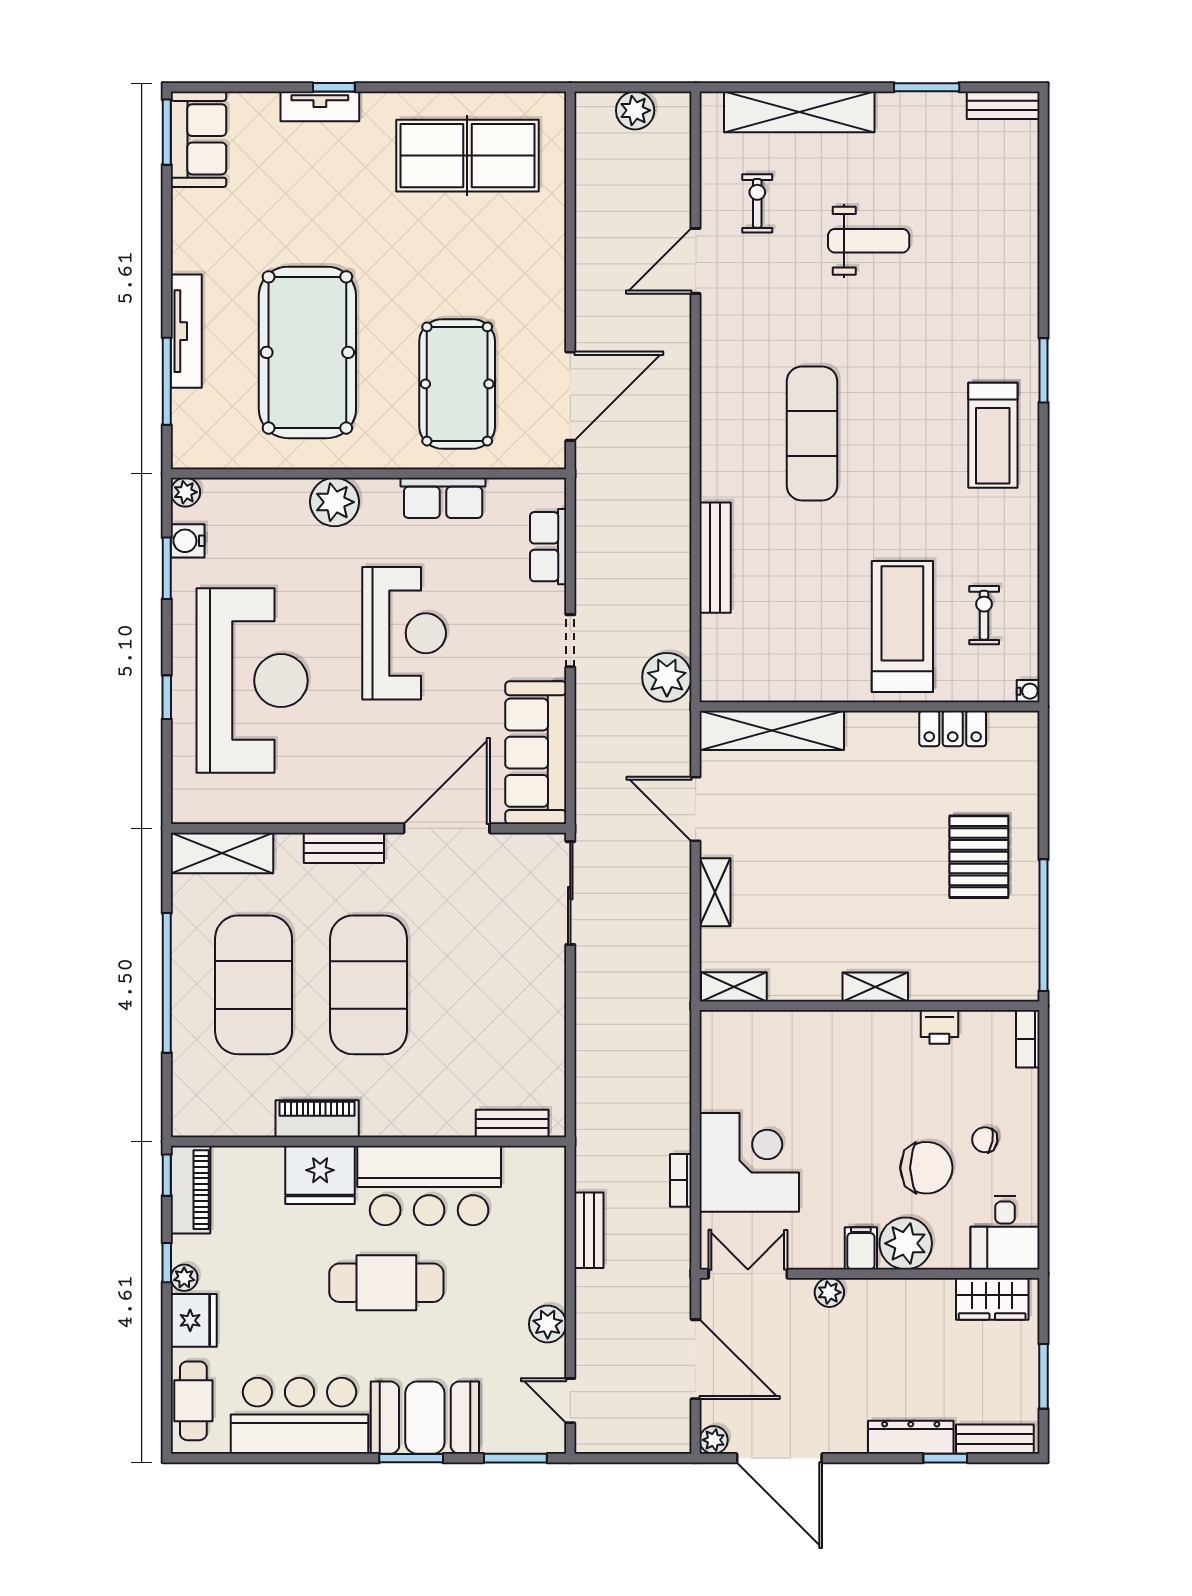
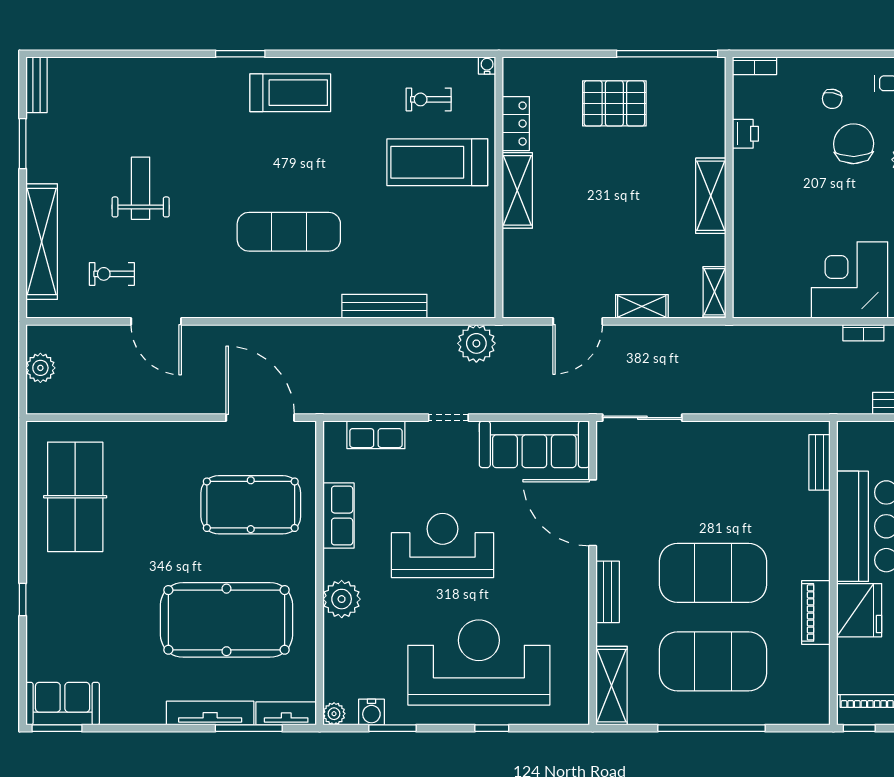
tv unit: (320, 106) -> (286, 713), moved, turned -90
shelving: (772, 730) -> (517, 190), moved, width x0.68
shelving: (875, 987) -> (711, 196), width x1.50, depth x1.33

